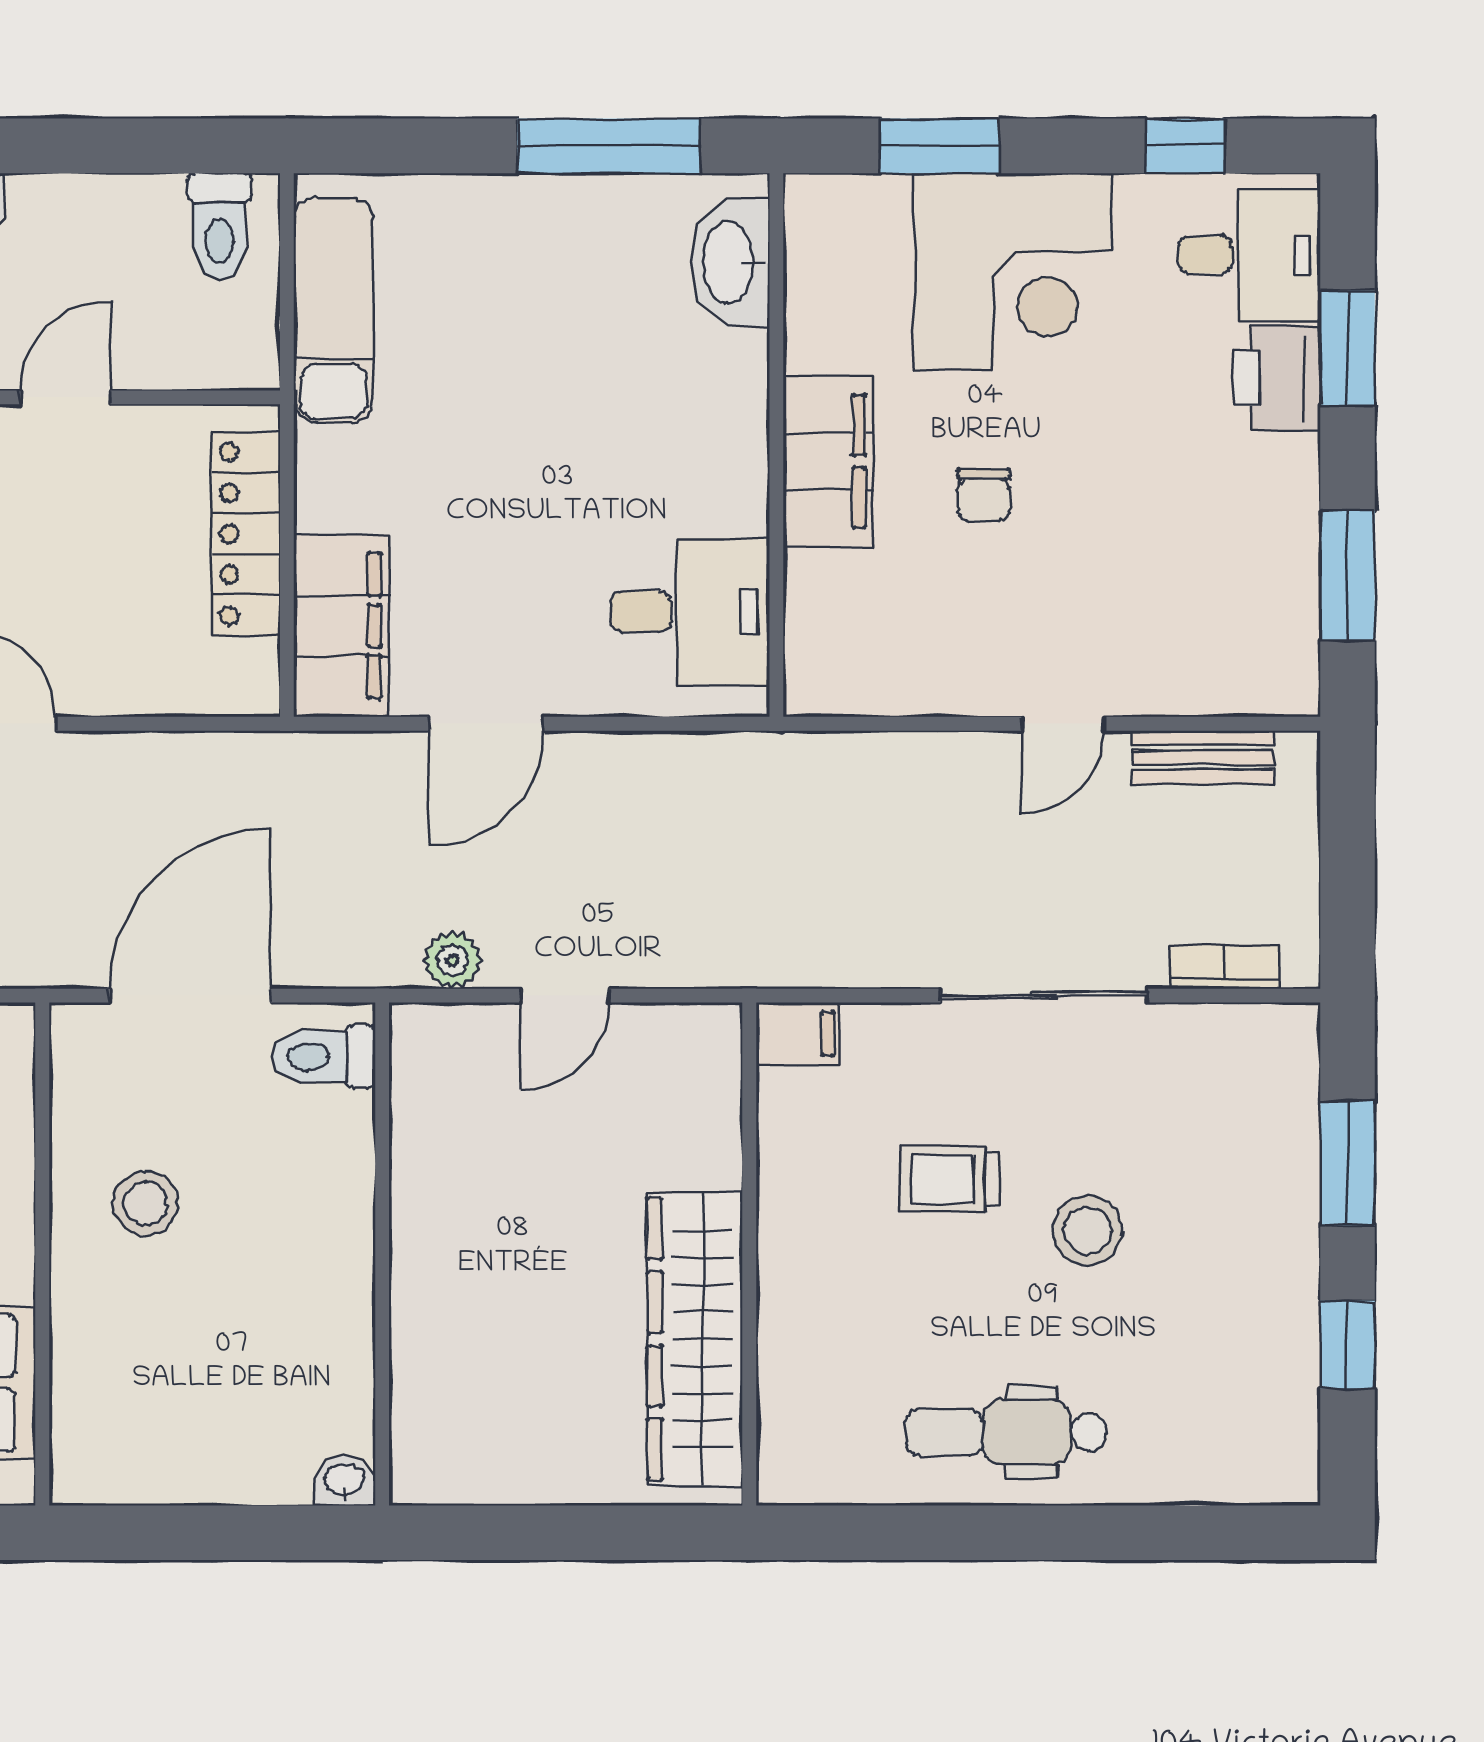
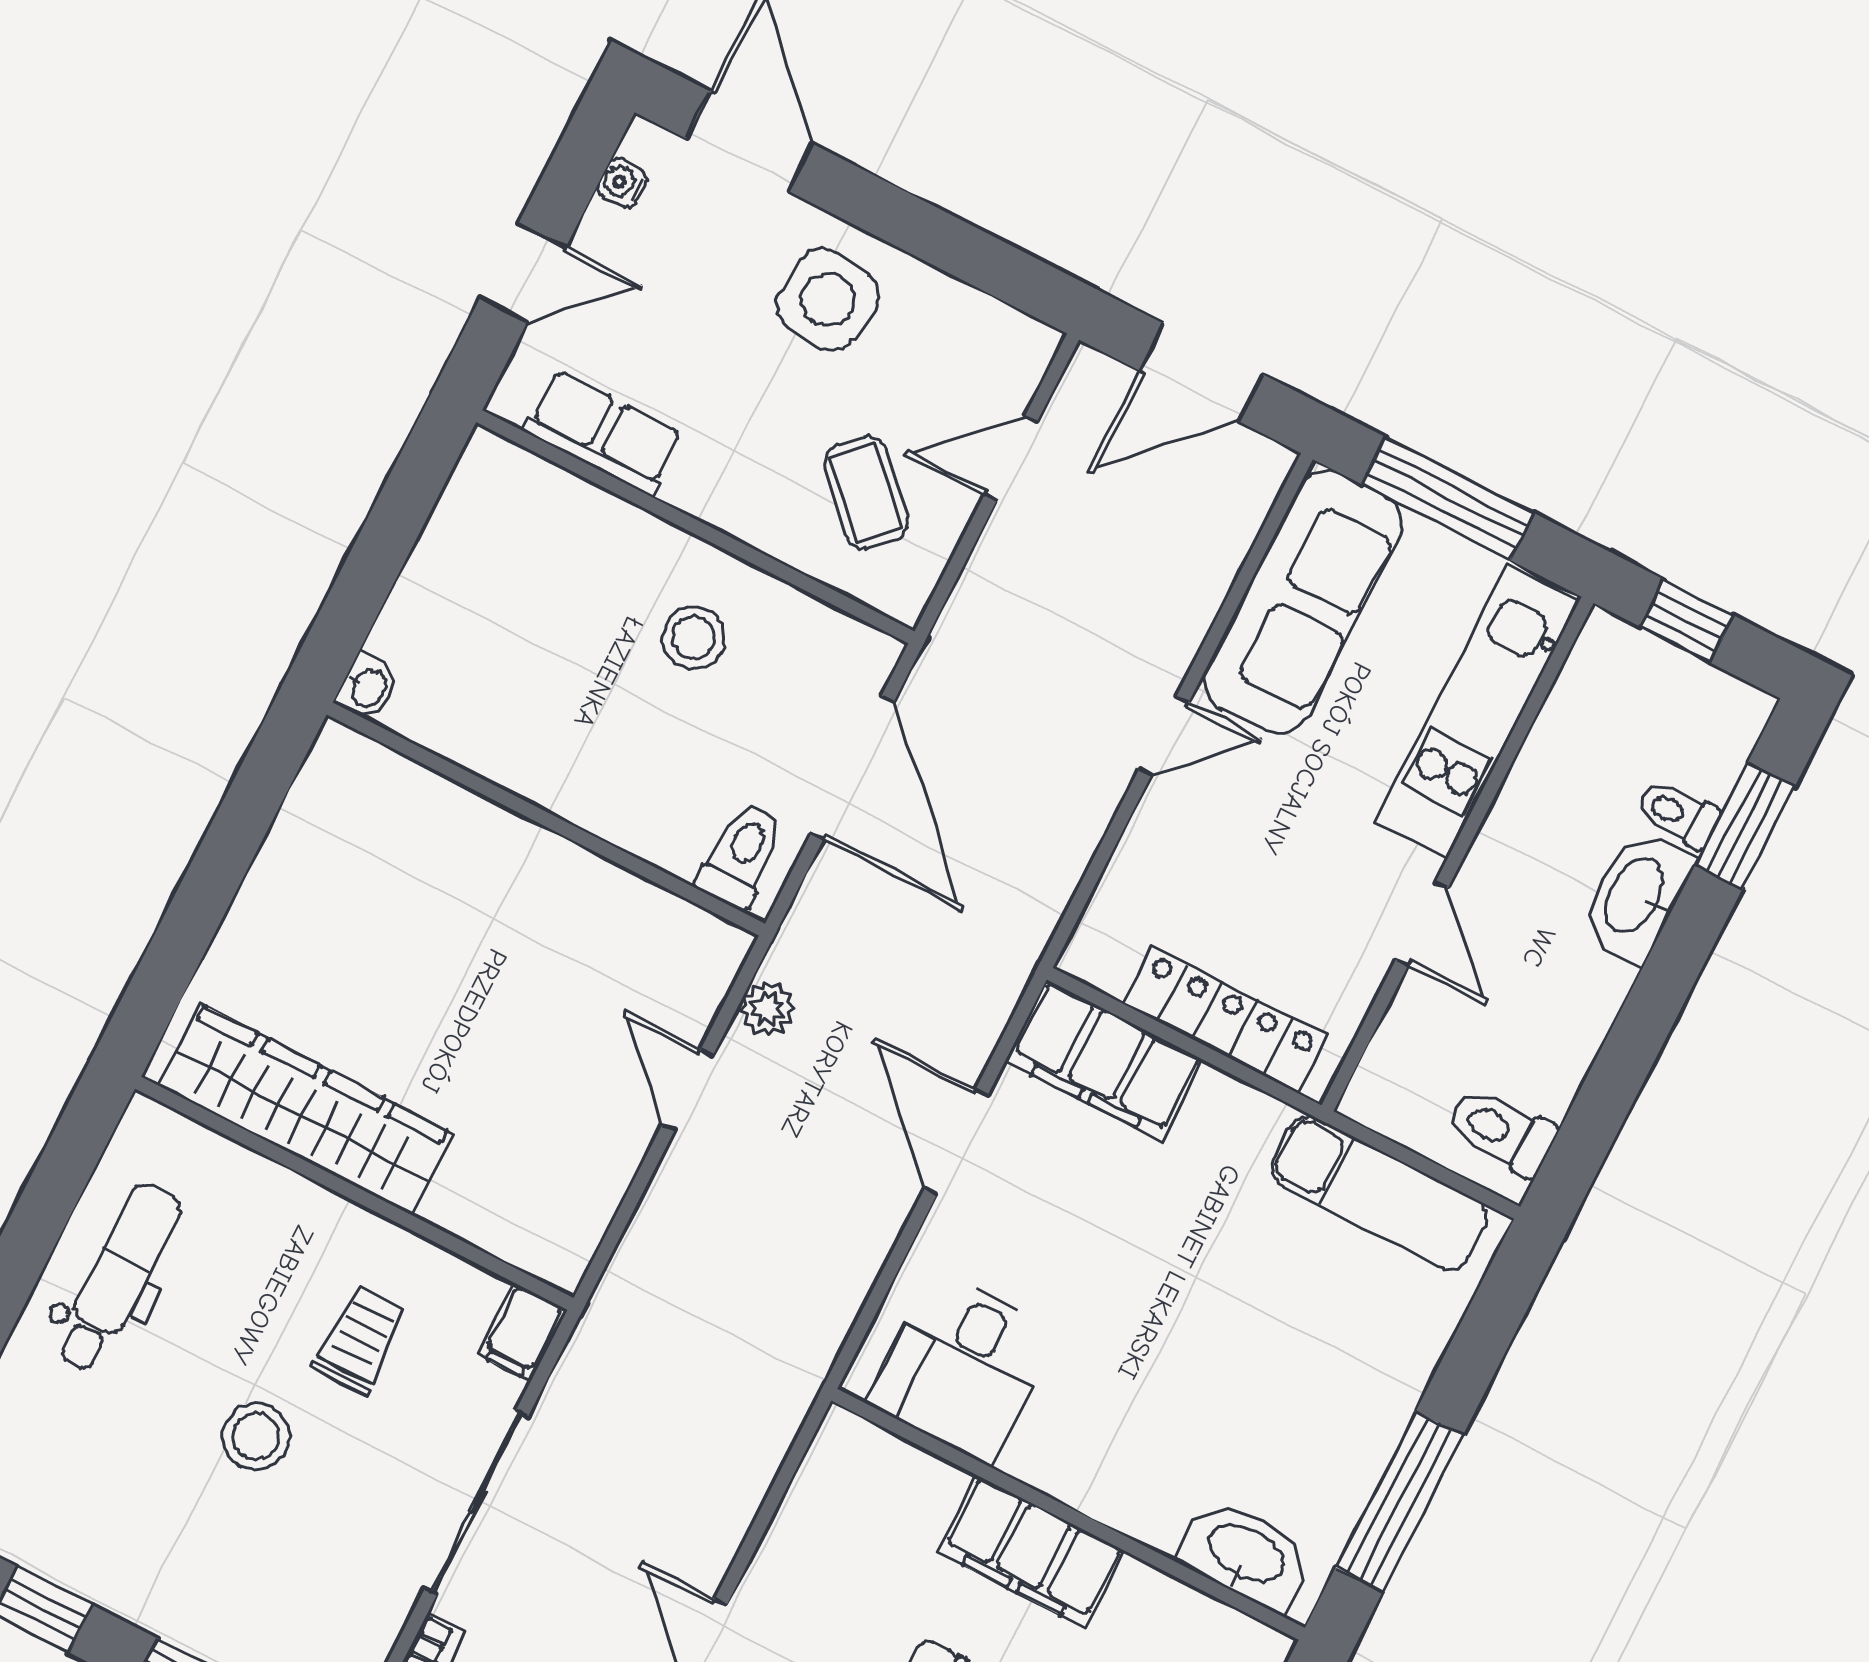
filing cabinet: (798, 1034) -> (522, 1332), moved
wall: (749, 1254) -> (354, 1193), moved
wardrobe: (695, 1339) -> (305, 1109), moved

